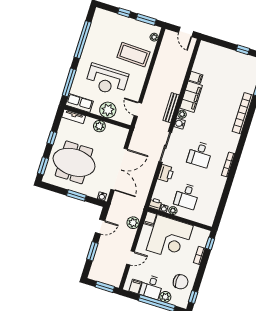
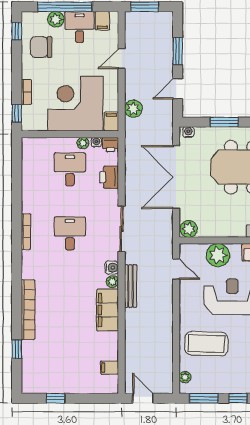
filing cabinet: (196, 77) -> (109, 368), moved
plant: (99, 126) -> (189, 229), moved
printer: (166, 173) -> (109, 177), moved

